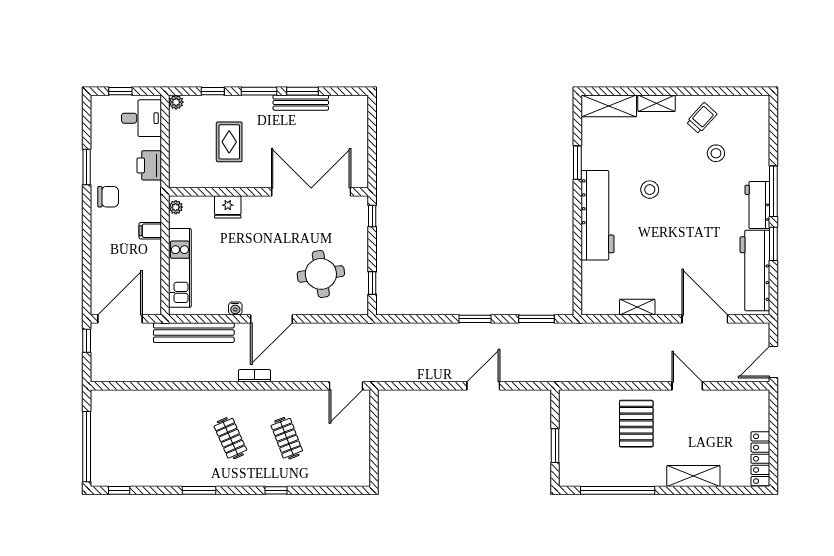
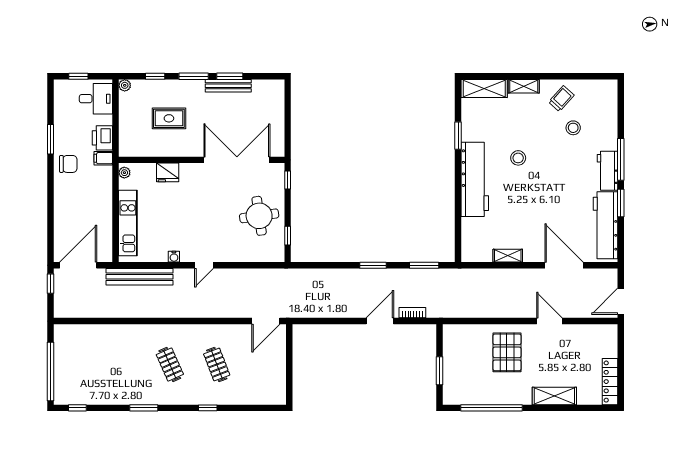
rug: (229, 142) -> (169, 118), turned 90
filing cabinet: (150, 231) -> (103, 158), moved
round table: (321, 274) -> (259, 216), moved
door: (271, 319) -> (204, 265), width x0.53
bookcase: (254, 376) -> (412, 313), moved

